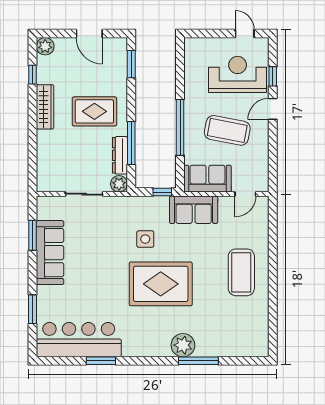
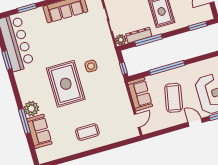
door: (245, 194) -> (137, 121), swing flipped
sofa: (194, 210) -> (39, 131), moved, turned 180
coffee table: (241, 272) -> (87, 132), width x0.73, depth x0.76

